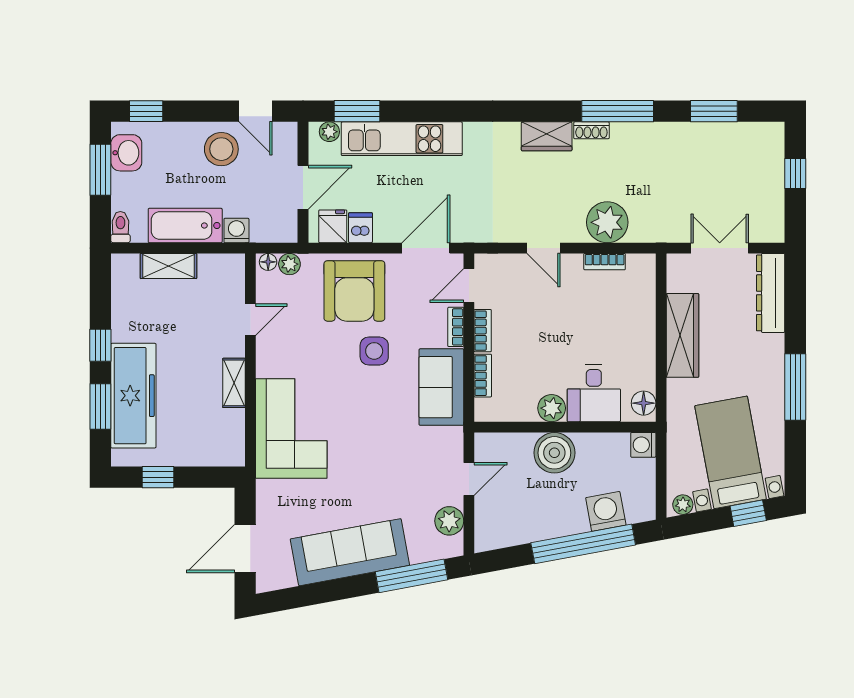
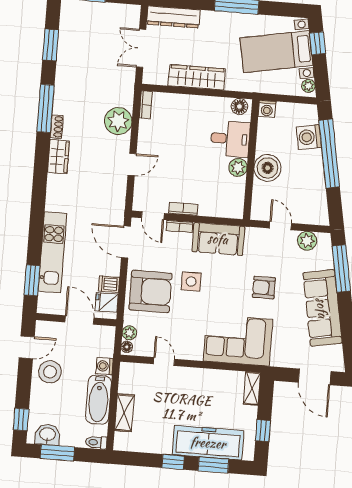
plant: (329, 132) -> (44, 300), removed
bookcase: (605, 262) -> (146, 105), moved
bookcase: (483, 376) -> (213, 211), removed
shelving: (234, 383) -> (252, 388), moved, turned 90
armchair: (374, 461) -> (264, 288), added

